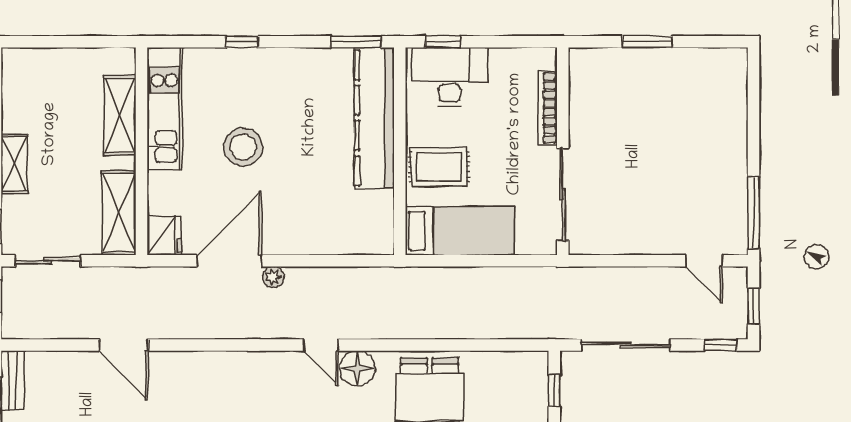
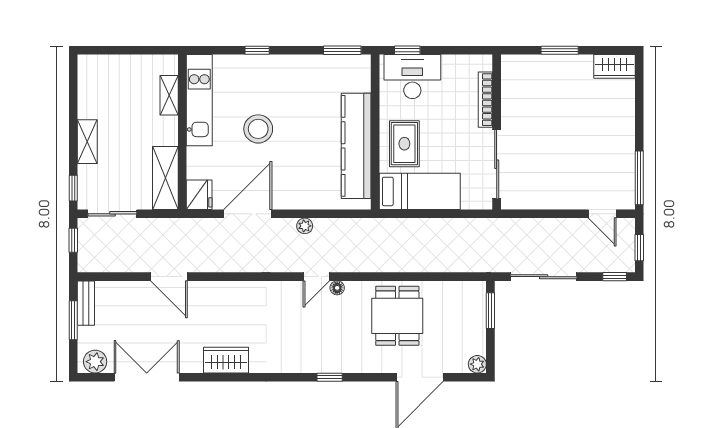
wardrobe: (720, 63) -> (614, 66), added
shelving: (120, 115) -> (169, 95), width x0.67, depth x0.75
kitchen counter: (374, 118) -> (356, 146), moved
rug: (439, 167) -> (404, 144), turned 90
plant: (273, 277) -> (305, 226), moved
door: (321, 345) -> (316, 277), hinge flipped
floor lamp: (357, 368) -> (337, 288), width x0.53, depth x0.53
window: (554, 390) -> (490, 311), width x1.50

